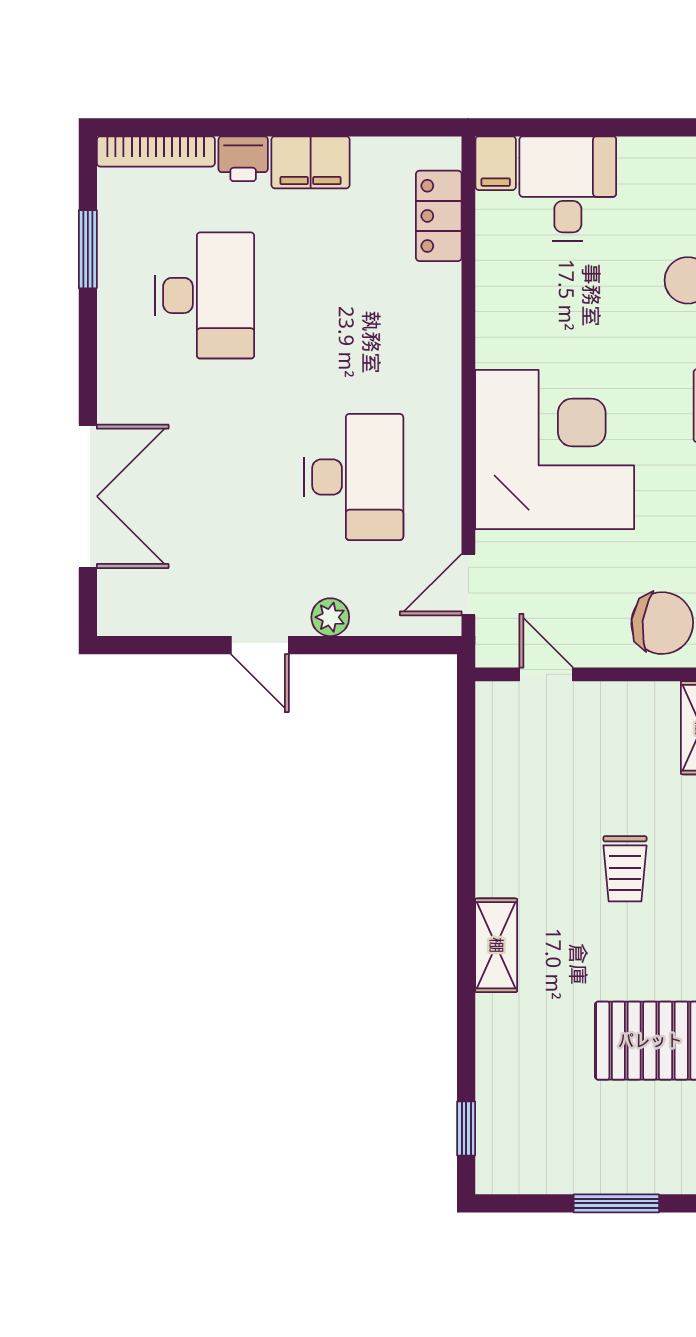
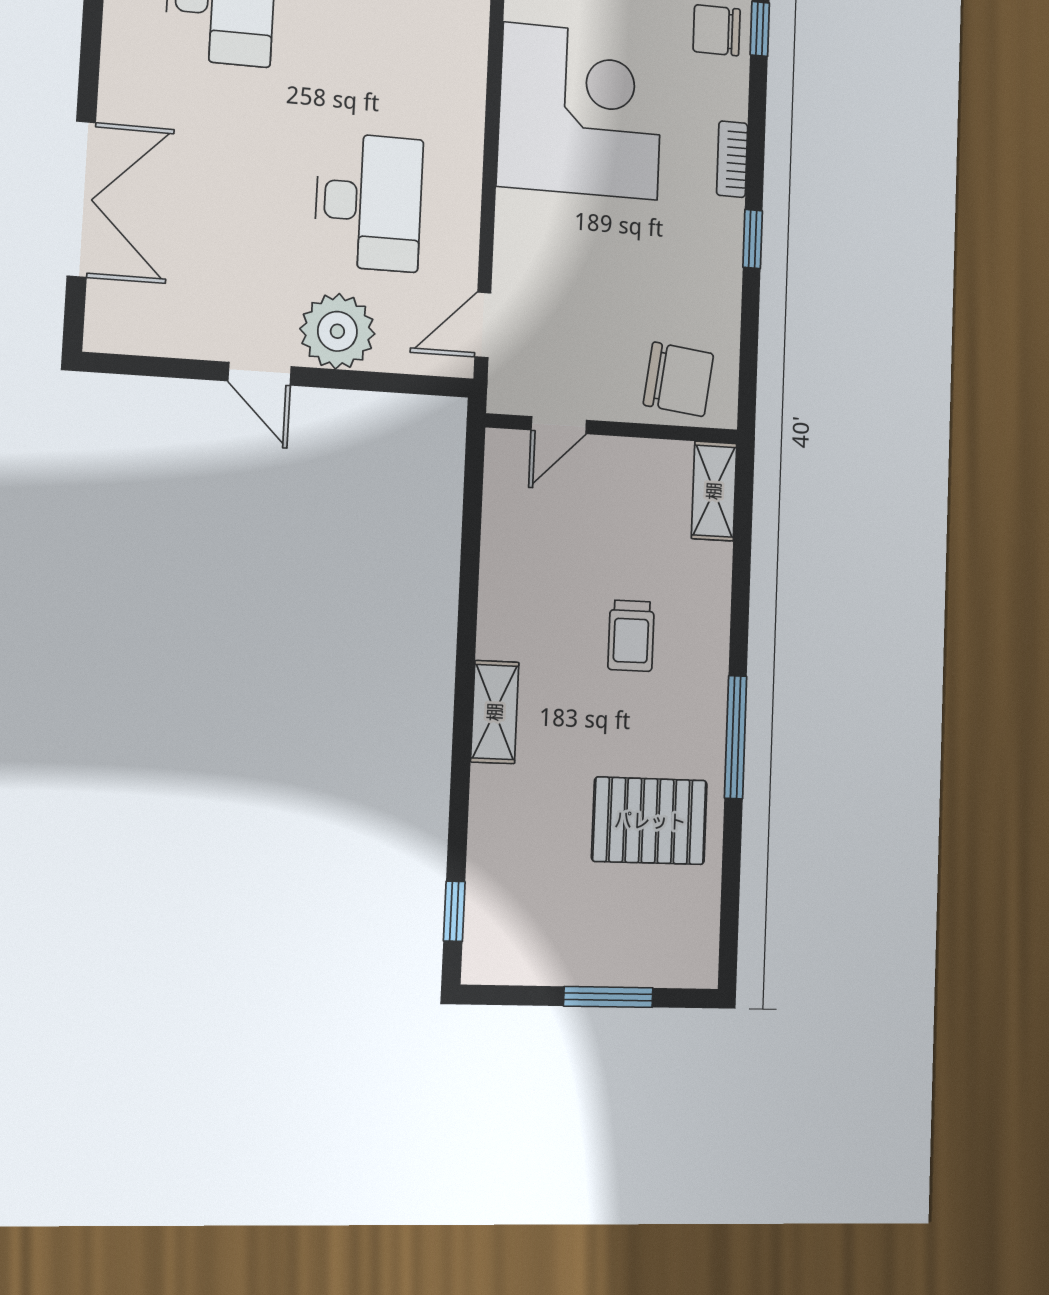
corner desk: (555, 450) -> (580, 111), moved
plant: (330, 617) -> (337, 331), width x1.87, depth x1.87
door: (546, 674) -> (559, 425), swing flipped

